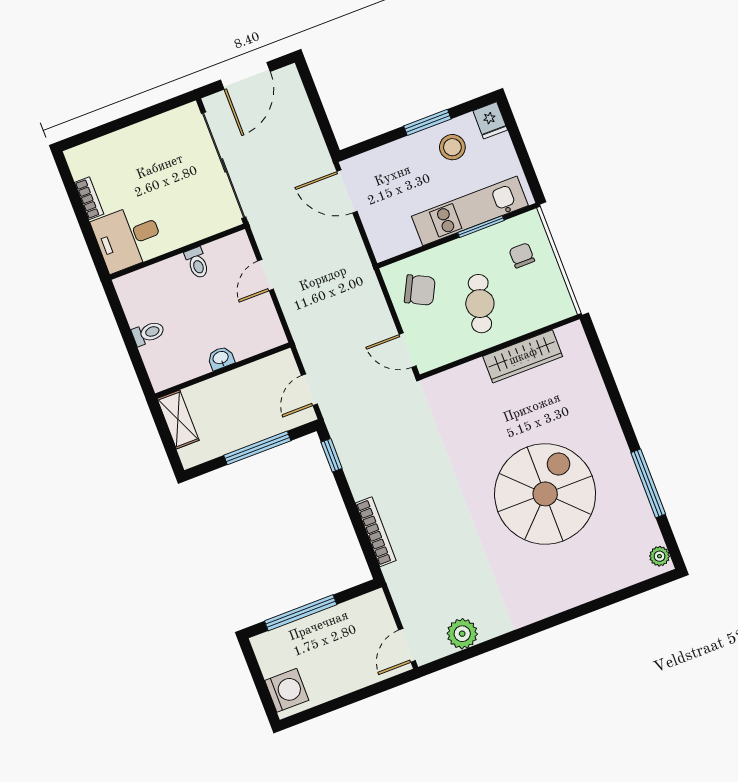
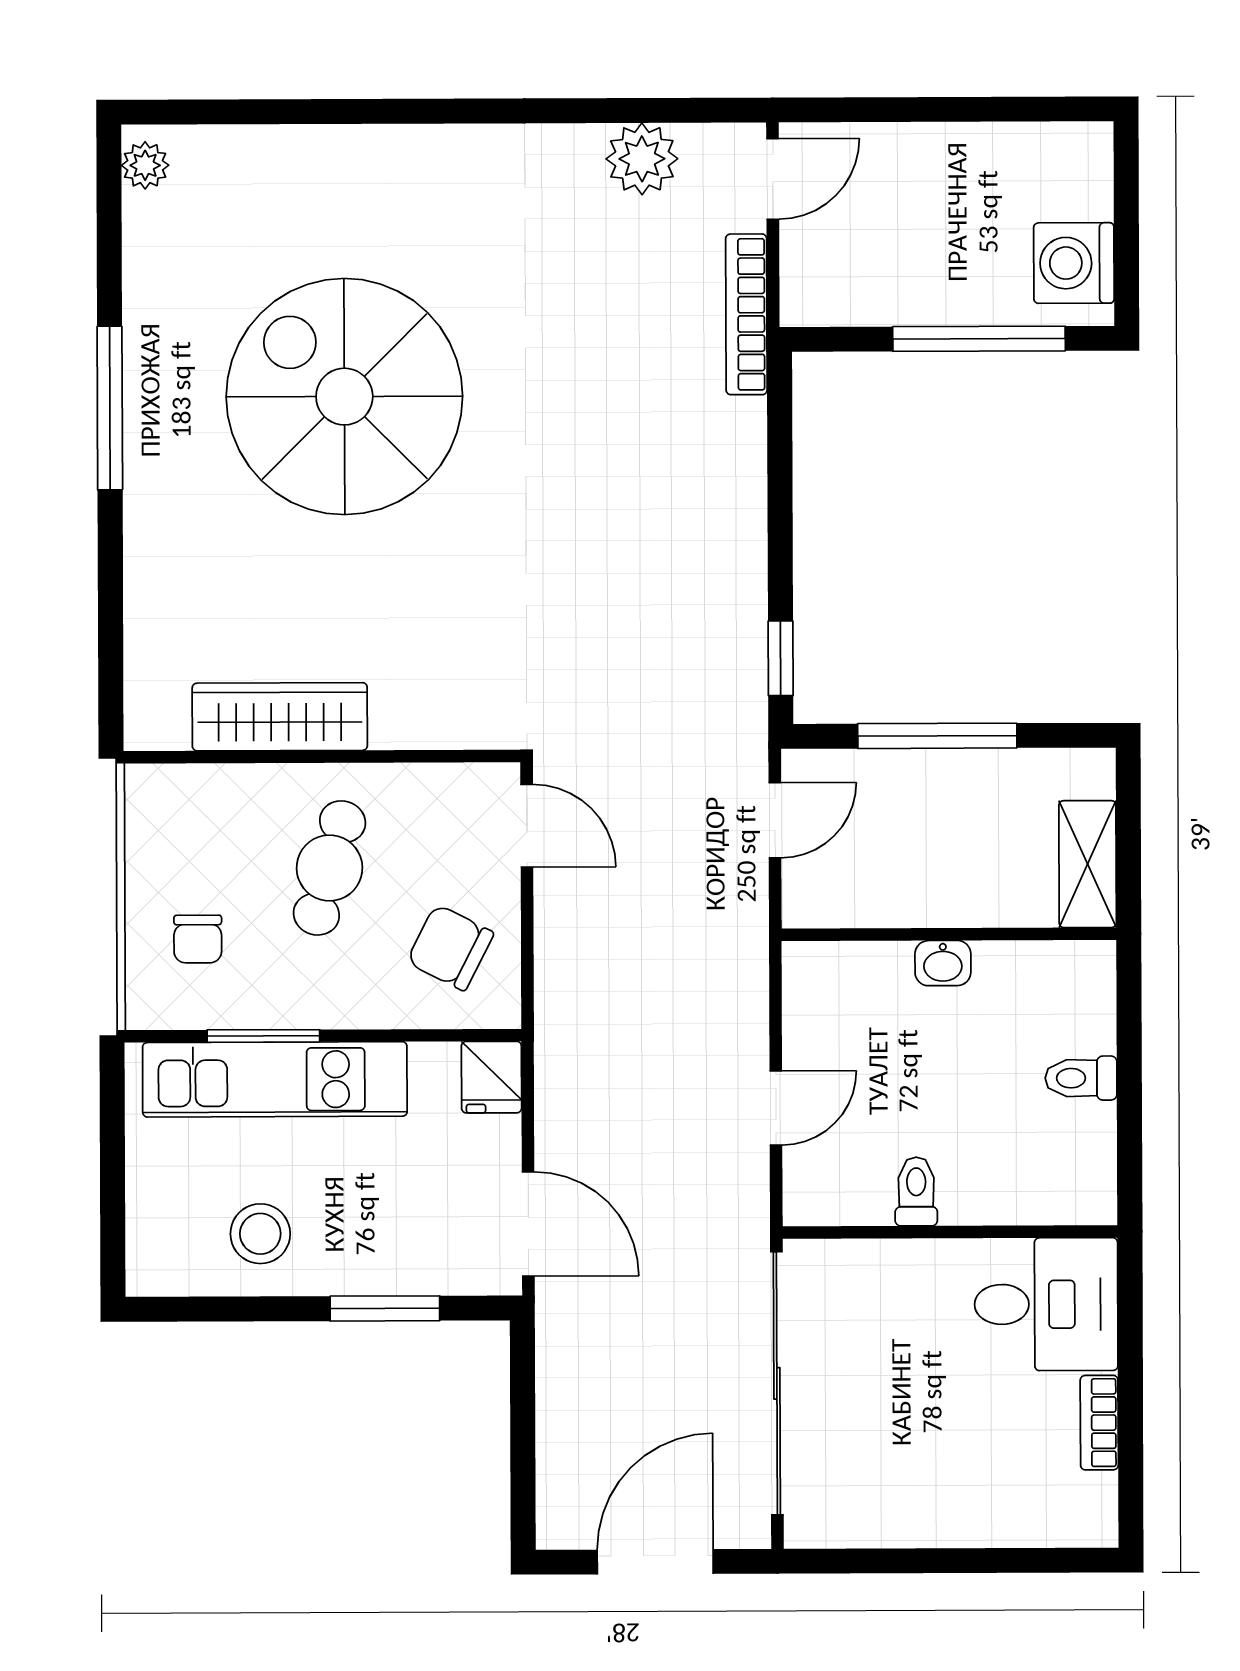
fridge: (490, 120) -> (491, 1077), moved, turned 180
window: (427, 122) -> (385, 1308), moved
window: (648, 483) -> (110, 408), moved
spiral stairs: (545, 494) -> (344, 397), turned 90
bookcase: (376, 532) -> (746, 314), moved
washing machine: (287, 690) -> (1074, 263), moved

